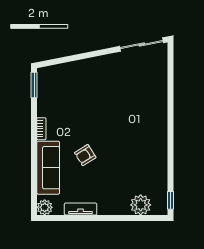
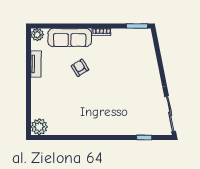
window: (171, 200) -> (144, 137), moved
plant: (141, 205) -> (39, 127), moved

